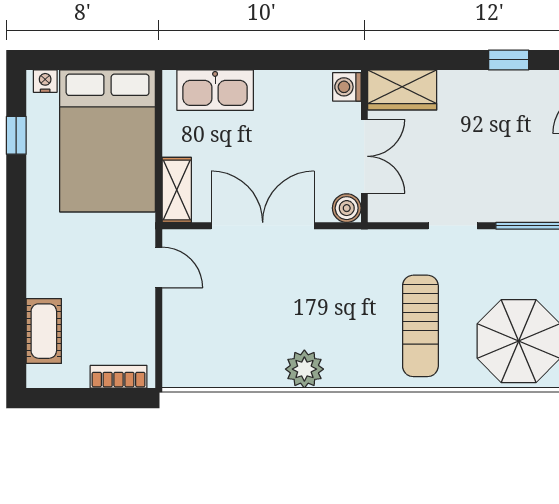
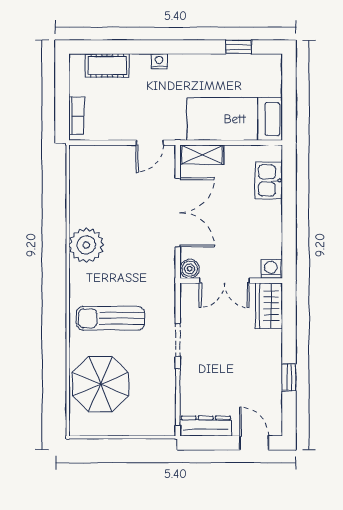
nightstand: (45, 81) -> (159, 61), moved, turned -90
kitchen sink: (215, 90) -> (269, 180), width x0.73
bed: (108, 141) -> (235, 119), width x0.67
plant: (304, 369) -> (86, 245), width x1.36, depth x1.36

